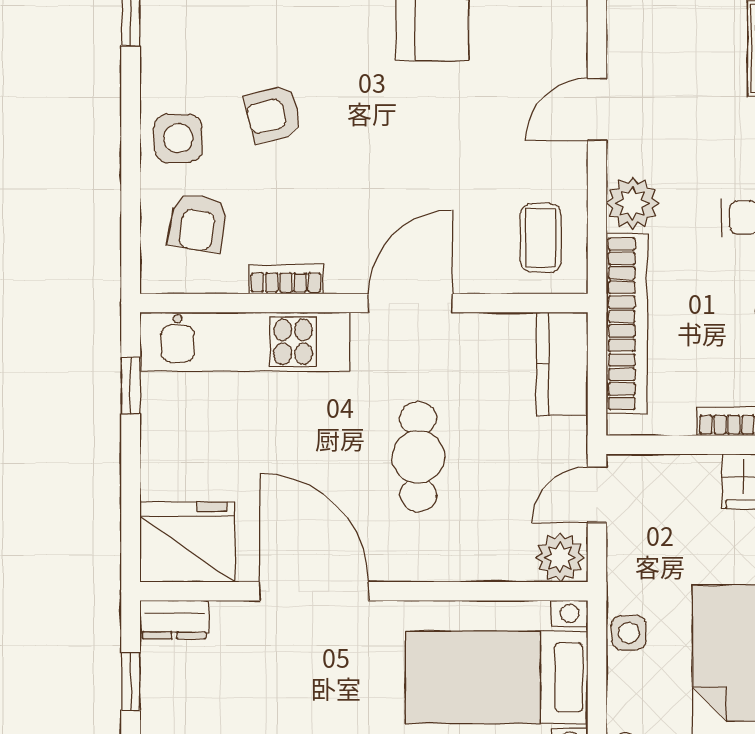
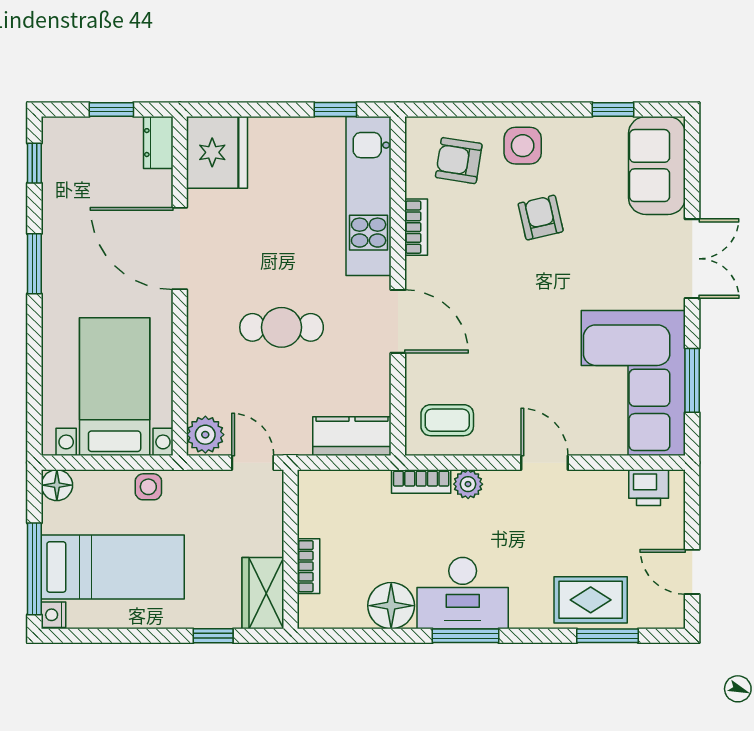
plant: (633, 203) -> (468, 484), width x0.73, depth x0.73
bookcase: (627, 324) -> (421, 481), width x0.43, depth x0.76
door: (314, 591) -> (180, 249), swing flipped

